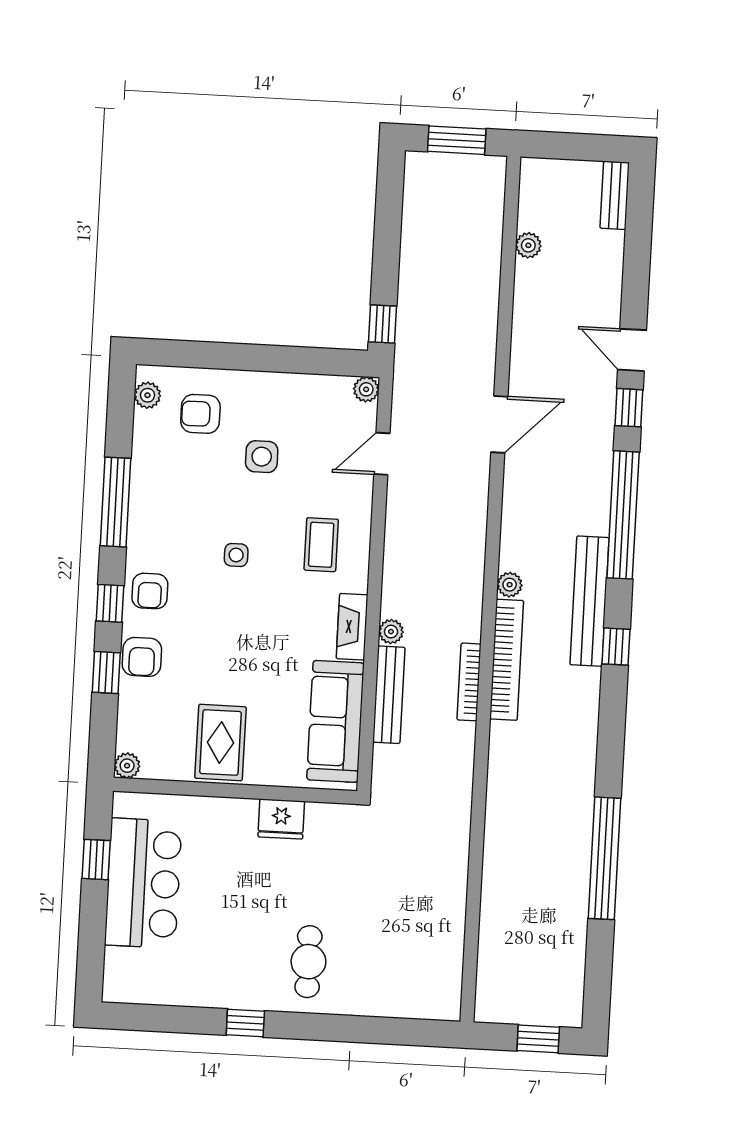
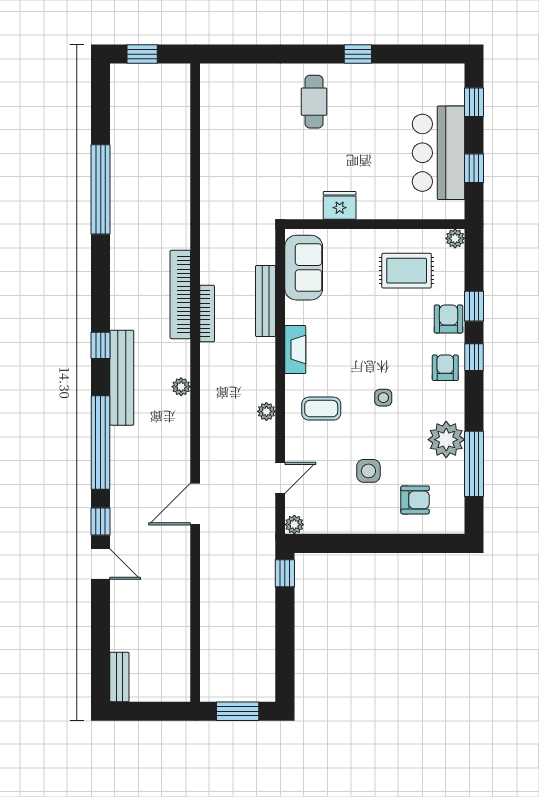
plant: (528, 245) -> (181, 637), removed
plant: (147, 395) -> (446, 440), moved, width x1.87, depth x1.87
window: (115, 502) -> (474, 464), moved
coffee table: (321, 545) -> (321, 409), turned 90
plant: (391, 632) -> (266, 411), moved
bookcase: (507, 660) -> (180, 295), moved
sofa: (335, 721) -> (304, 268), width x0.73
rug: (220, 743) -> (407, 271), moved, turned 90
window: (91, 949) -> (474, 102), added

